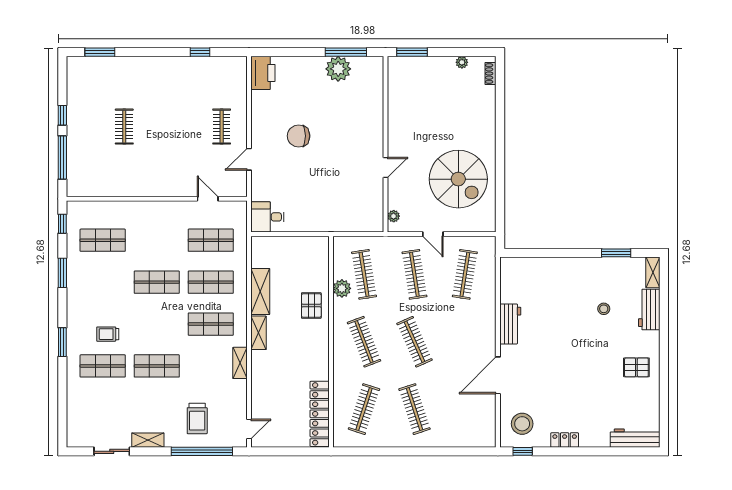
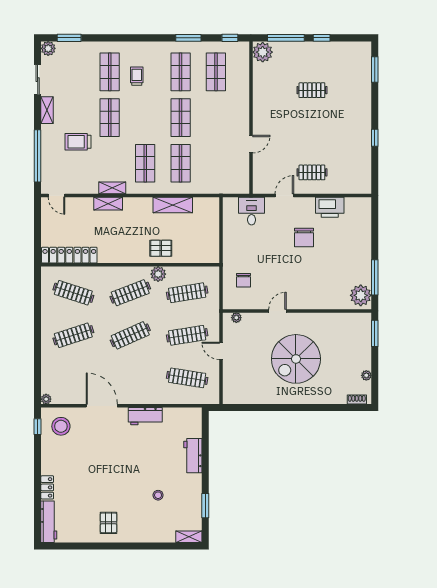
window: (200, 52) -> (375, 138), moved
plant: (338, 69) -> (361, 295), moved
printer: (263, 73) -> (330, 207), moved
chair: (299, 136) -> (304, 237), turned 180
door: (249, 159) -> (284, 196), hinge flipped
door: (386, 167) -> (277, 311), swing flipped
spiral stairs: (458, 179) -> (296, 359), moved
plant: (79, 185) -> (263, 52), added
door: (208, 199) -> (251, 144), moved
chair: (349, 208) -> (243, 280), added
desk: (267, 217) -> (252, 211), moved
door: (433, 234) -> (221, 351), hinge flipped
shop shelf: (211, 240) -> (181, 72), moved
plant: (342, 288) -> (158, 274), moved
workbench: (649, 310) -> (193, 456), moved, turned -90
shelving: (259, 333) -> (108, 204), moved
window: (62, 342) -> (69, 38), moved
trolley: (197, 419) -> (78, 142), moved
plant: (75, 439) -> (48, 48), added
locker: (565, 440) -> (47, 487), moved
plant: (490, 441) -> (46, 399), added

